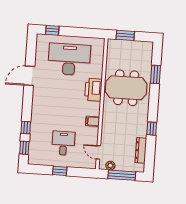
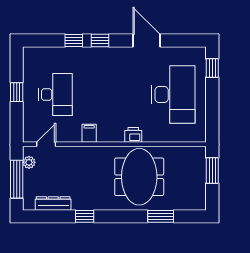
printer: (93, 90) -> (133, 135), width x0.53, depth x0.68
desk: (63, 143) -> (56, 95), width x1.37
window: (24, 148) -> (100, 40), moved

